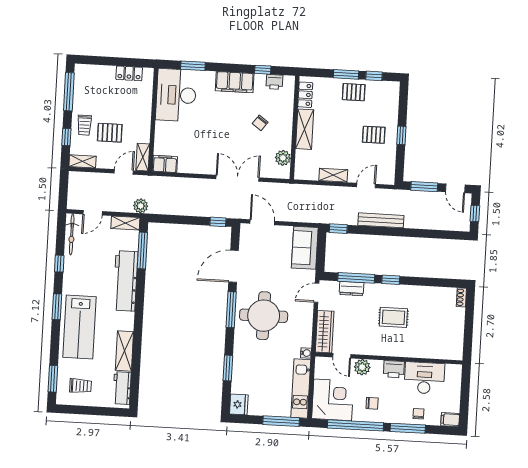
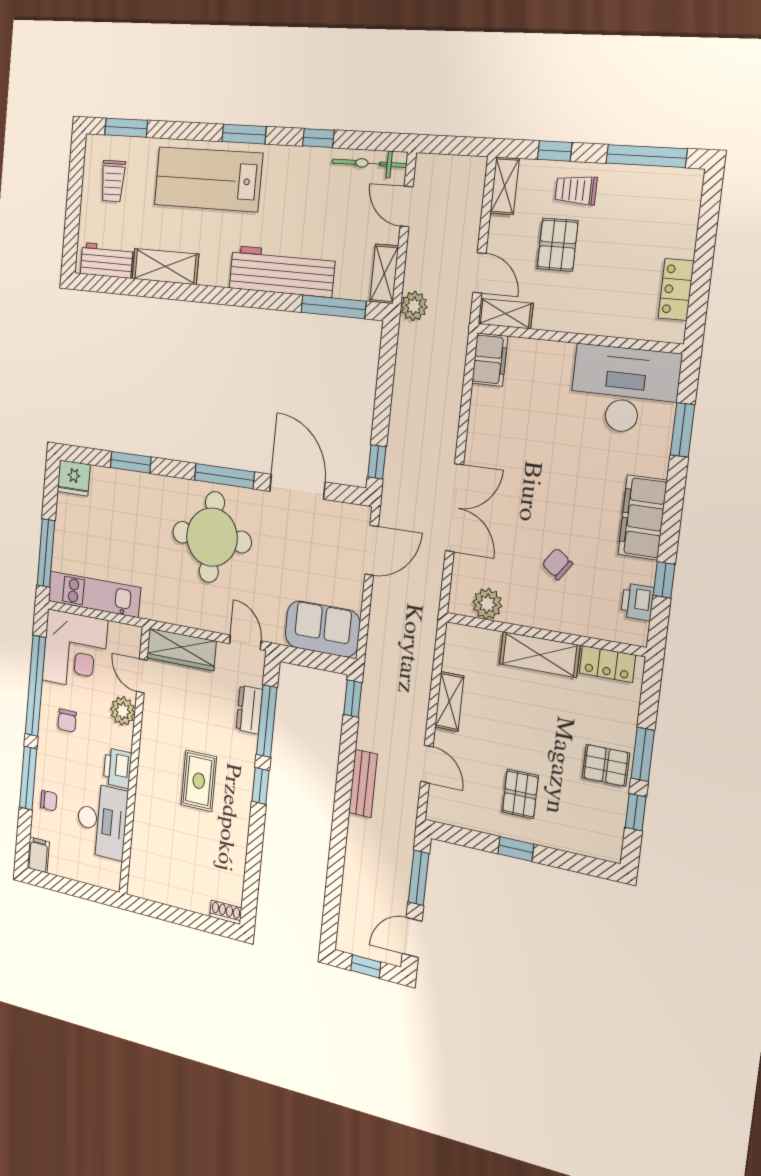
pallet: (354, 92) -> (606, 765), turned 90
bench: (381, 220) -> (363, 783), width x0.73
water cooler: (306, 353) -> (149, 610), removed
door: (342, 356) -> (142, 676), hinge flipped

